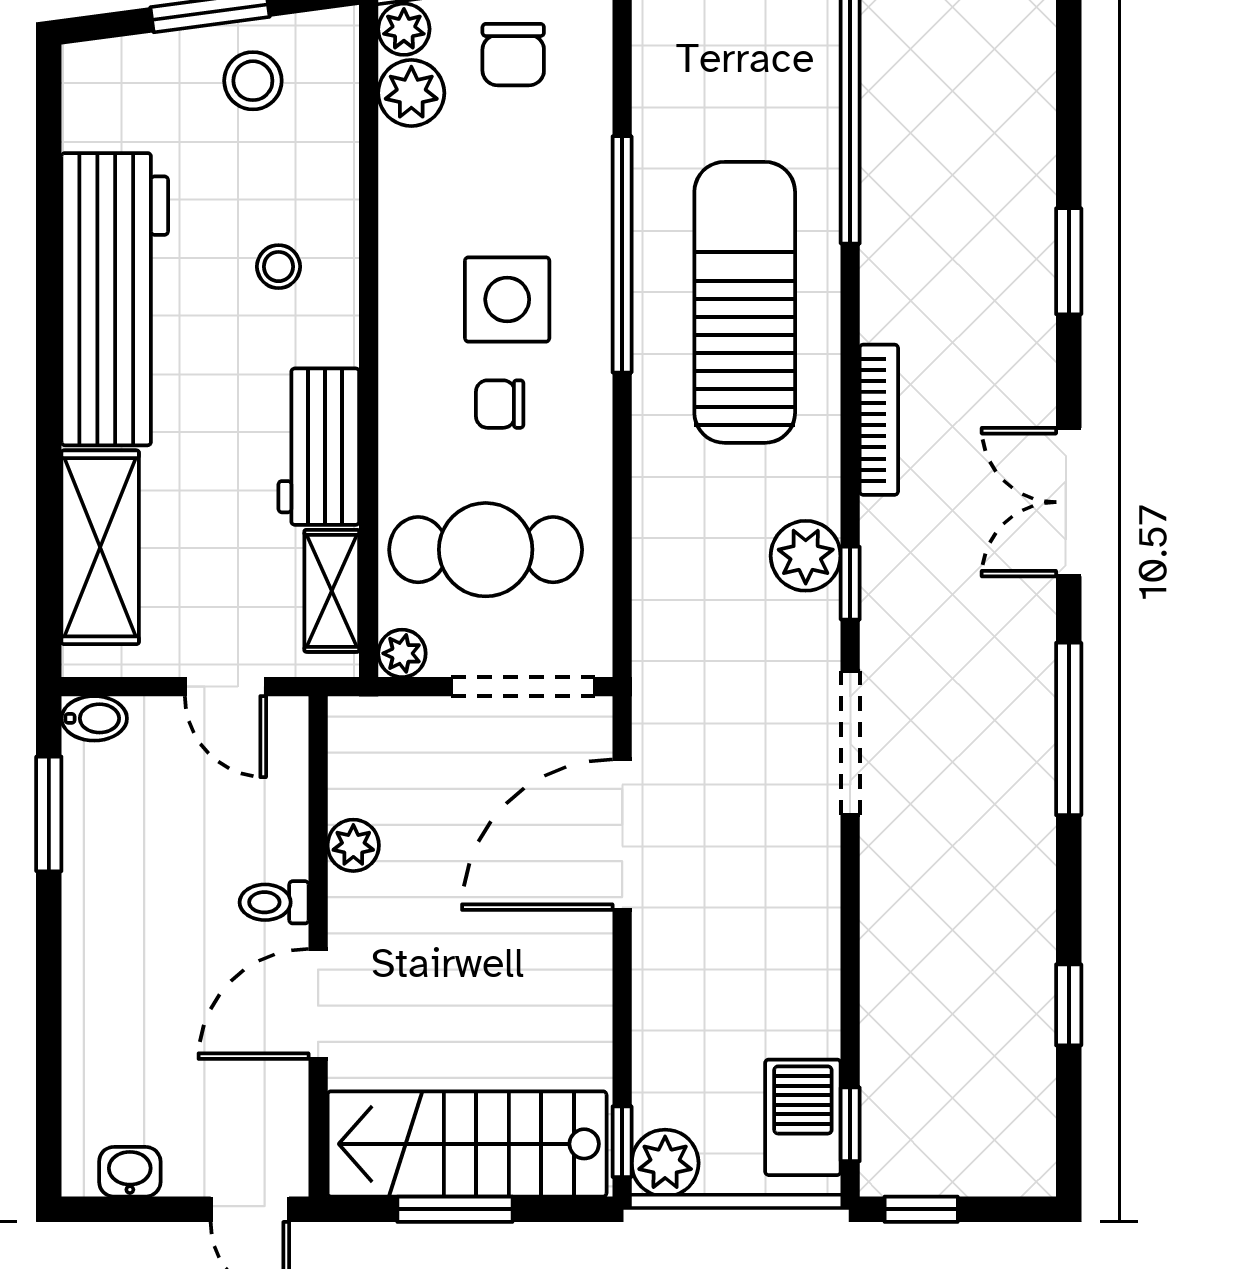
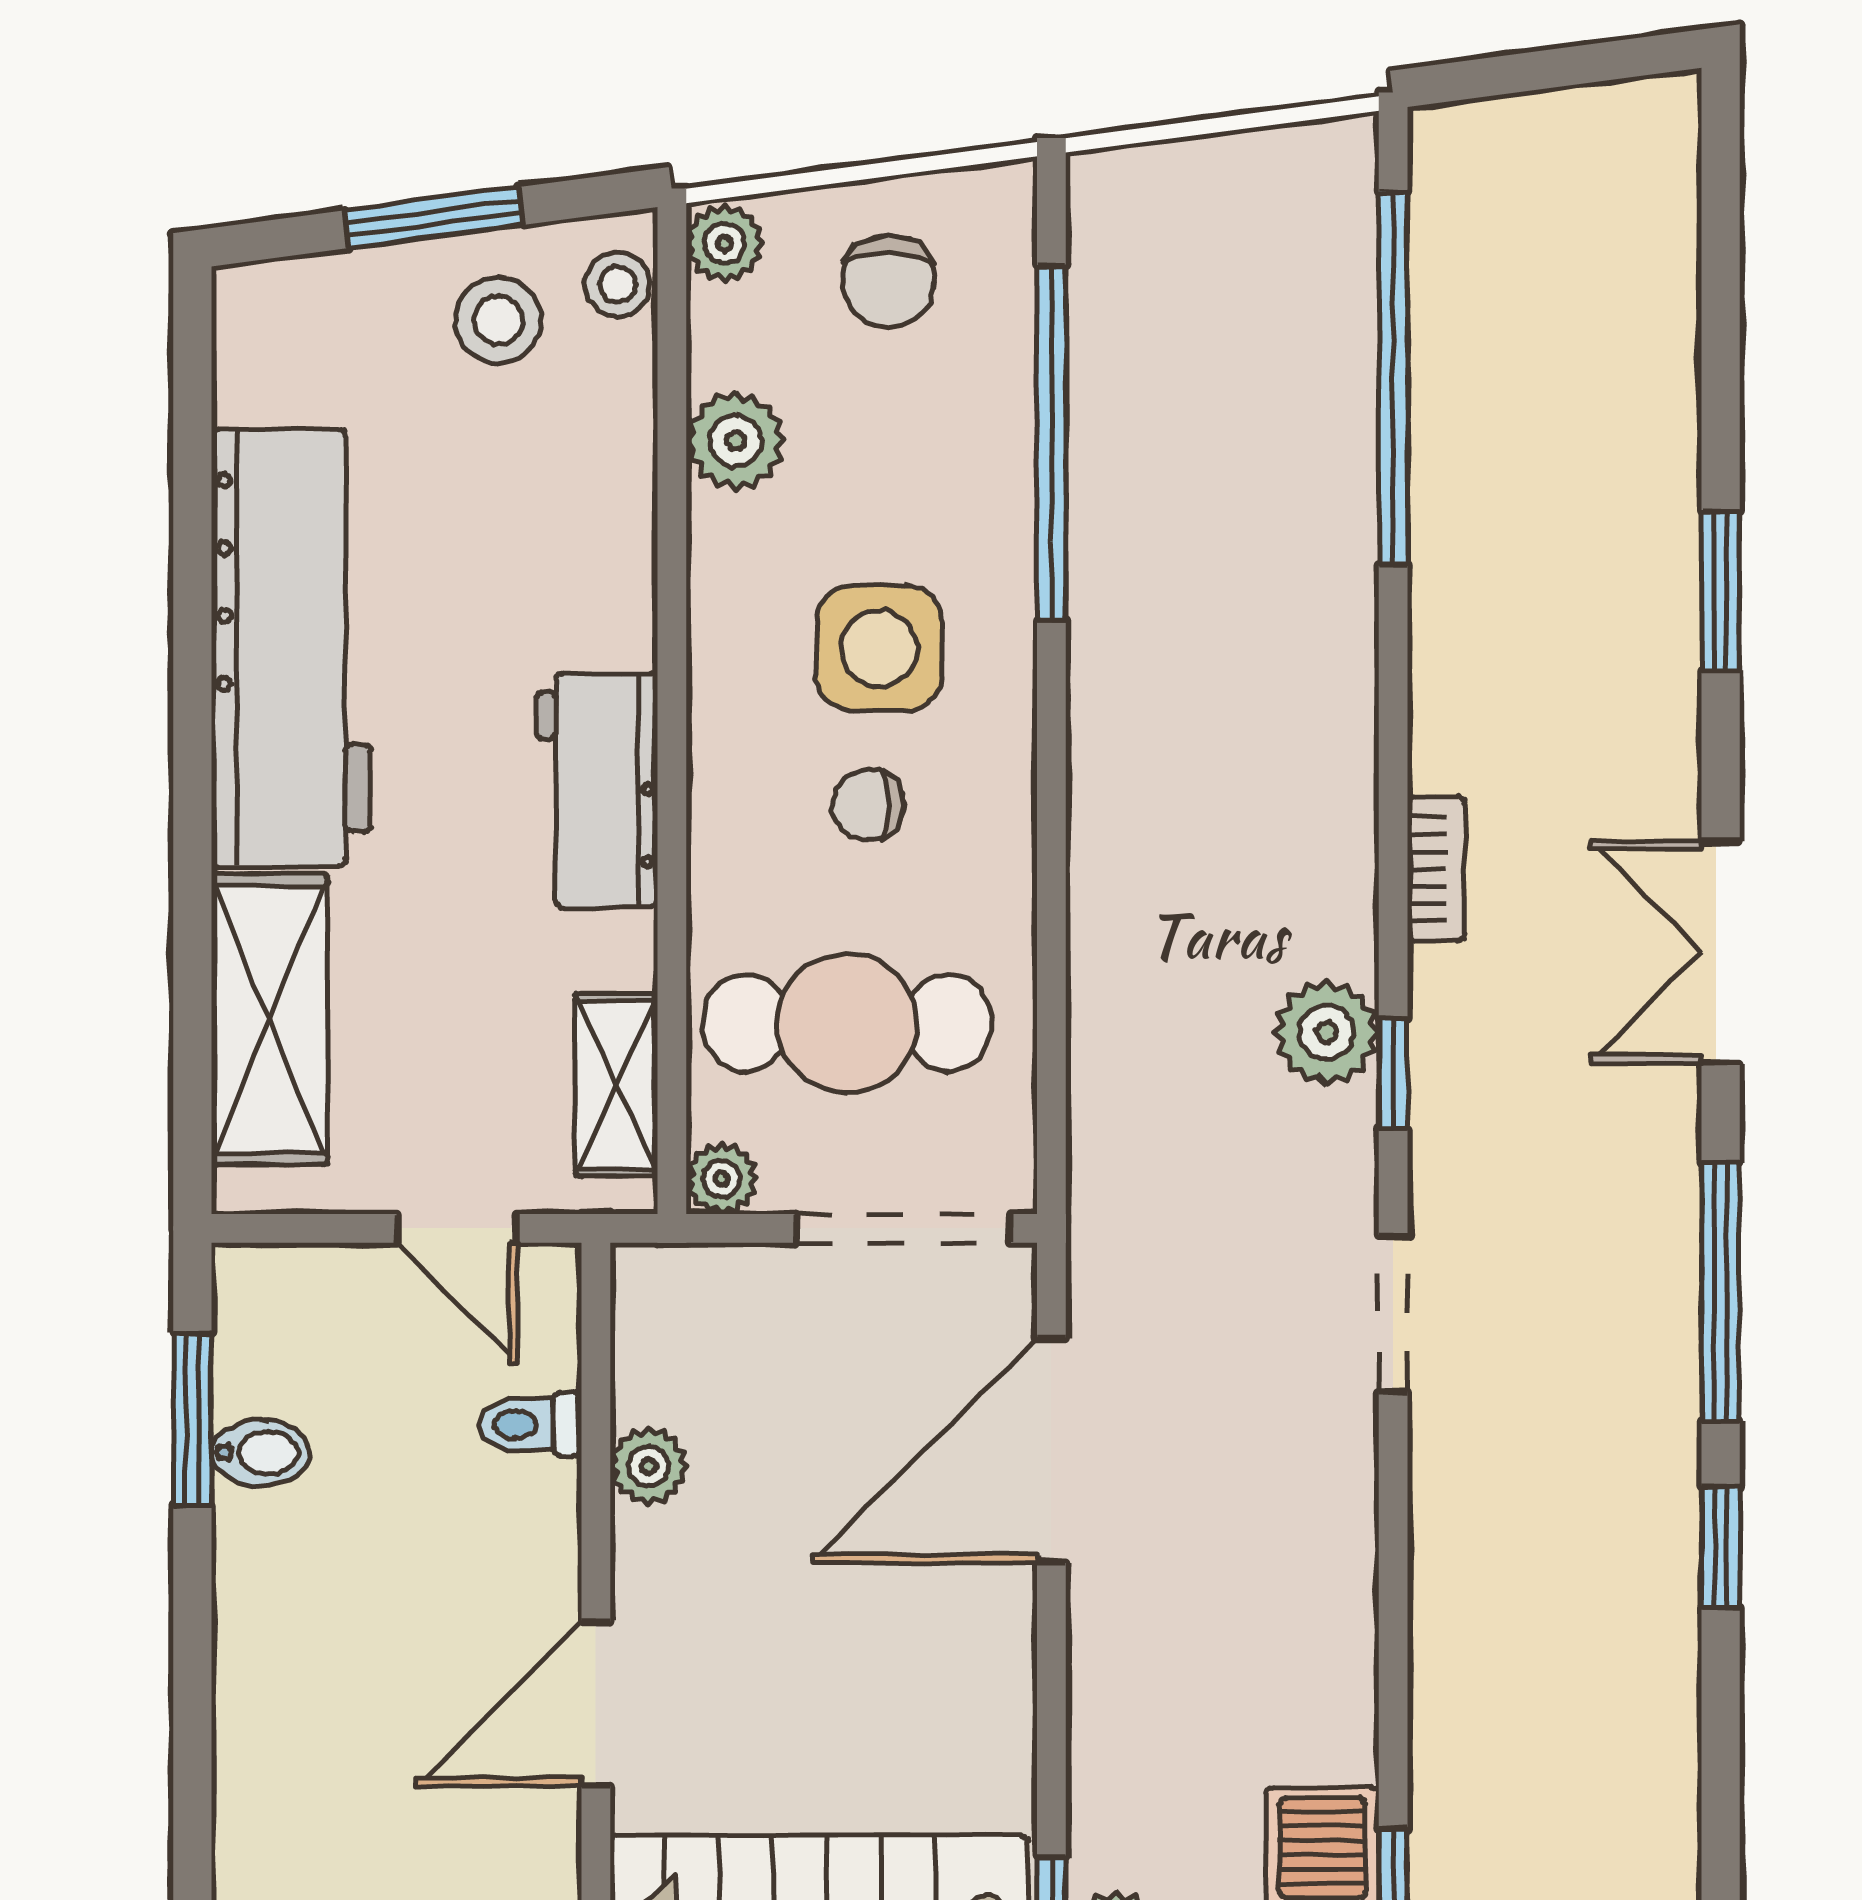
plant: (411, 93) -> (736, 441), moved
window: (622, 254) -> (1051, 443), moved
stool: (279, 267) -> (618, 285), moved
sun lounger: (745, 302) -> (1235, 653), removed
bookcase: (879, 420) -> (1436, 869), width x0.64
workbench: (319, 447) -> (597, 790), moved
bidet: (94, 718) -> (260, 1453), moved
doorway: (850, 743) -> (1393, 1313), width x0.73
toilet: (274, 902) -> (530, 1424), moved
window: (1069, 1005) -> (1721, 1547), moved

